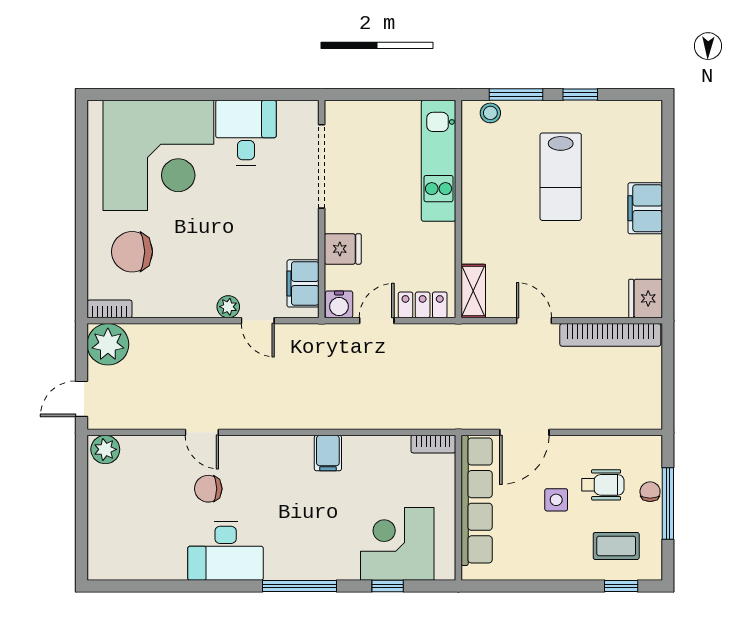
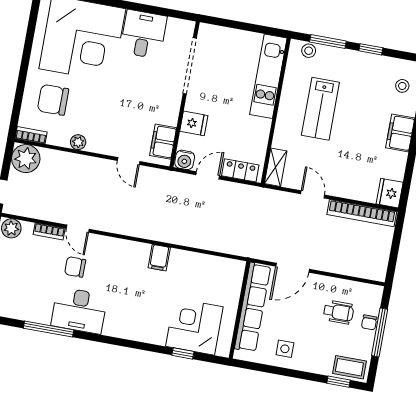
stool: (636, 139) -> (402, 86), added
lab bench: (561, 177) -> (320, 109), moved
plant: (228, 307) -> (78, 142), moved
bookcase: (433, 444) -> (49, 231), moved
chair: (650, 492) -> (369, 322), turned 180
side table: (556, 500) -> (285, 349), moved
coffee table: (616, 546) -> (349, 367), moved
window: (300, 586) -> (49, 329), moved

